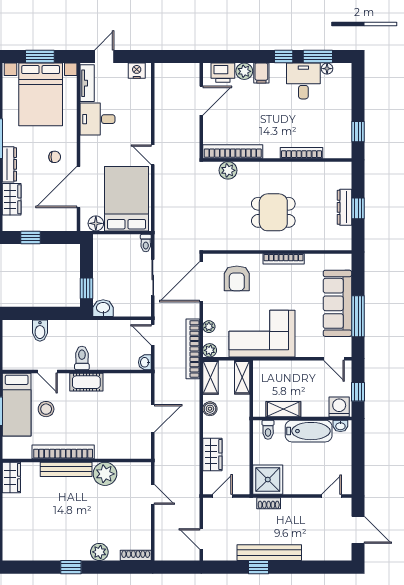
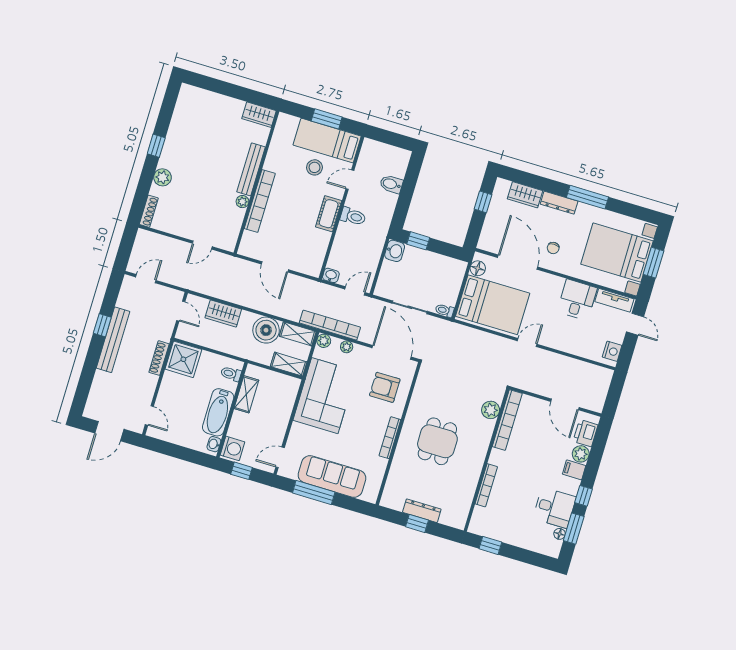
boiler: (210, 409) -> (266, 330), width x1.86, depth x1.86
bookcase: (63, 452) -> (260, 201), moved
plant: (105, 474) -> (242, 202), width x0.53, depth x0.53
shoe rack: (269, 503) -> (159, 358), width x1.43

